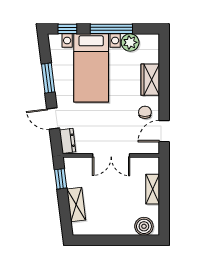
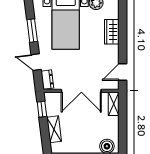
chair: (145, 112) -> (108, 57), removed
double door: (111, 155) -> (81, 91), width x1.37
shelving: (153, 189) -> (114, 104), moved

